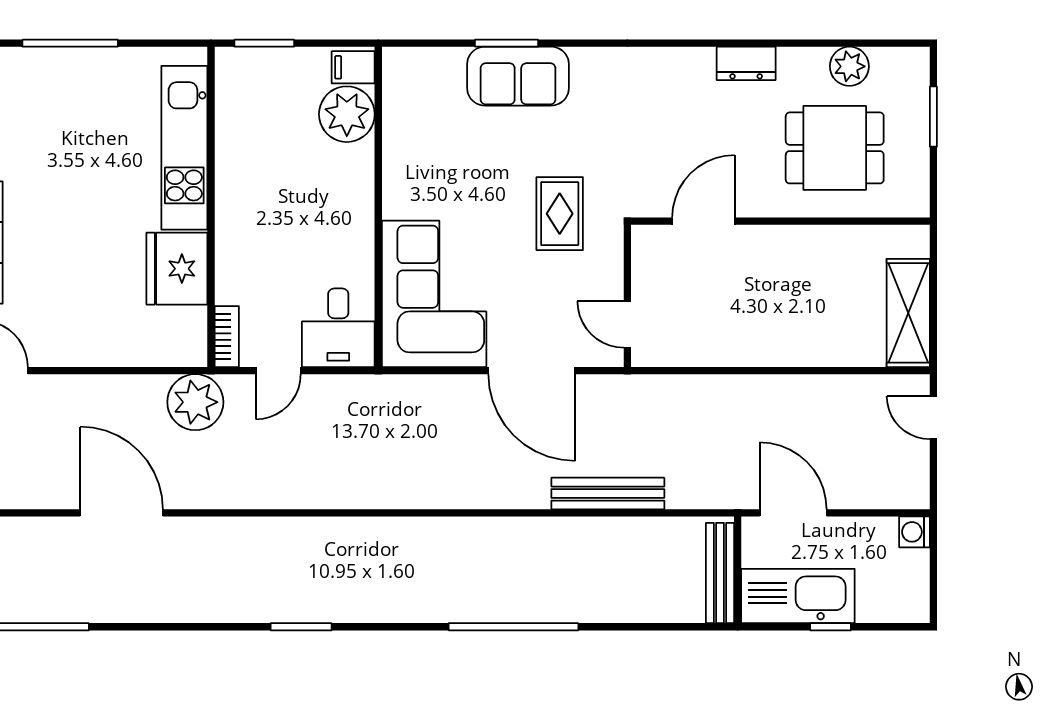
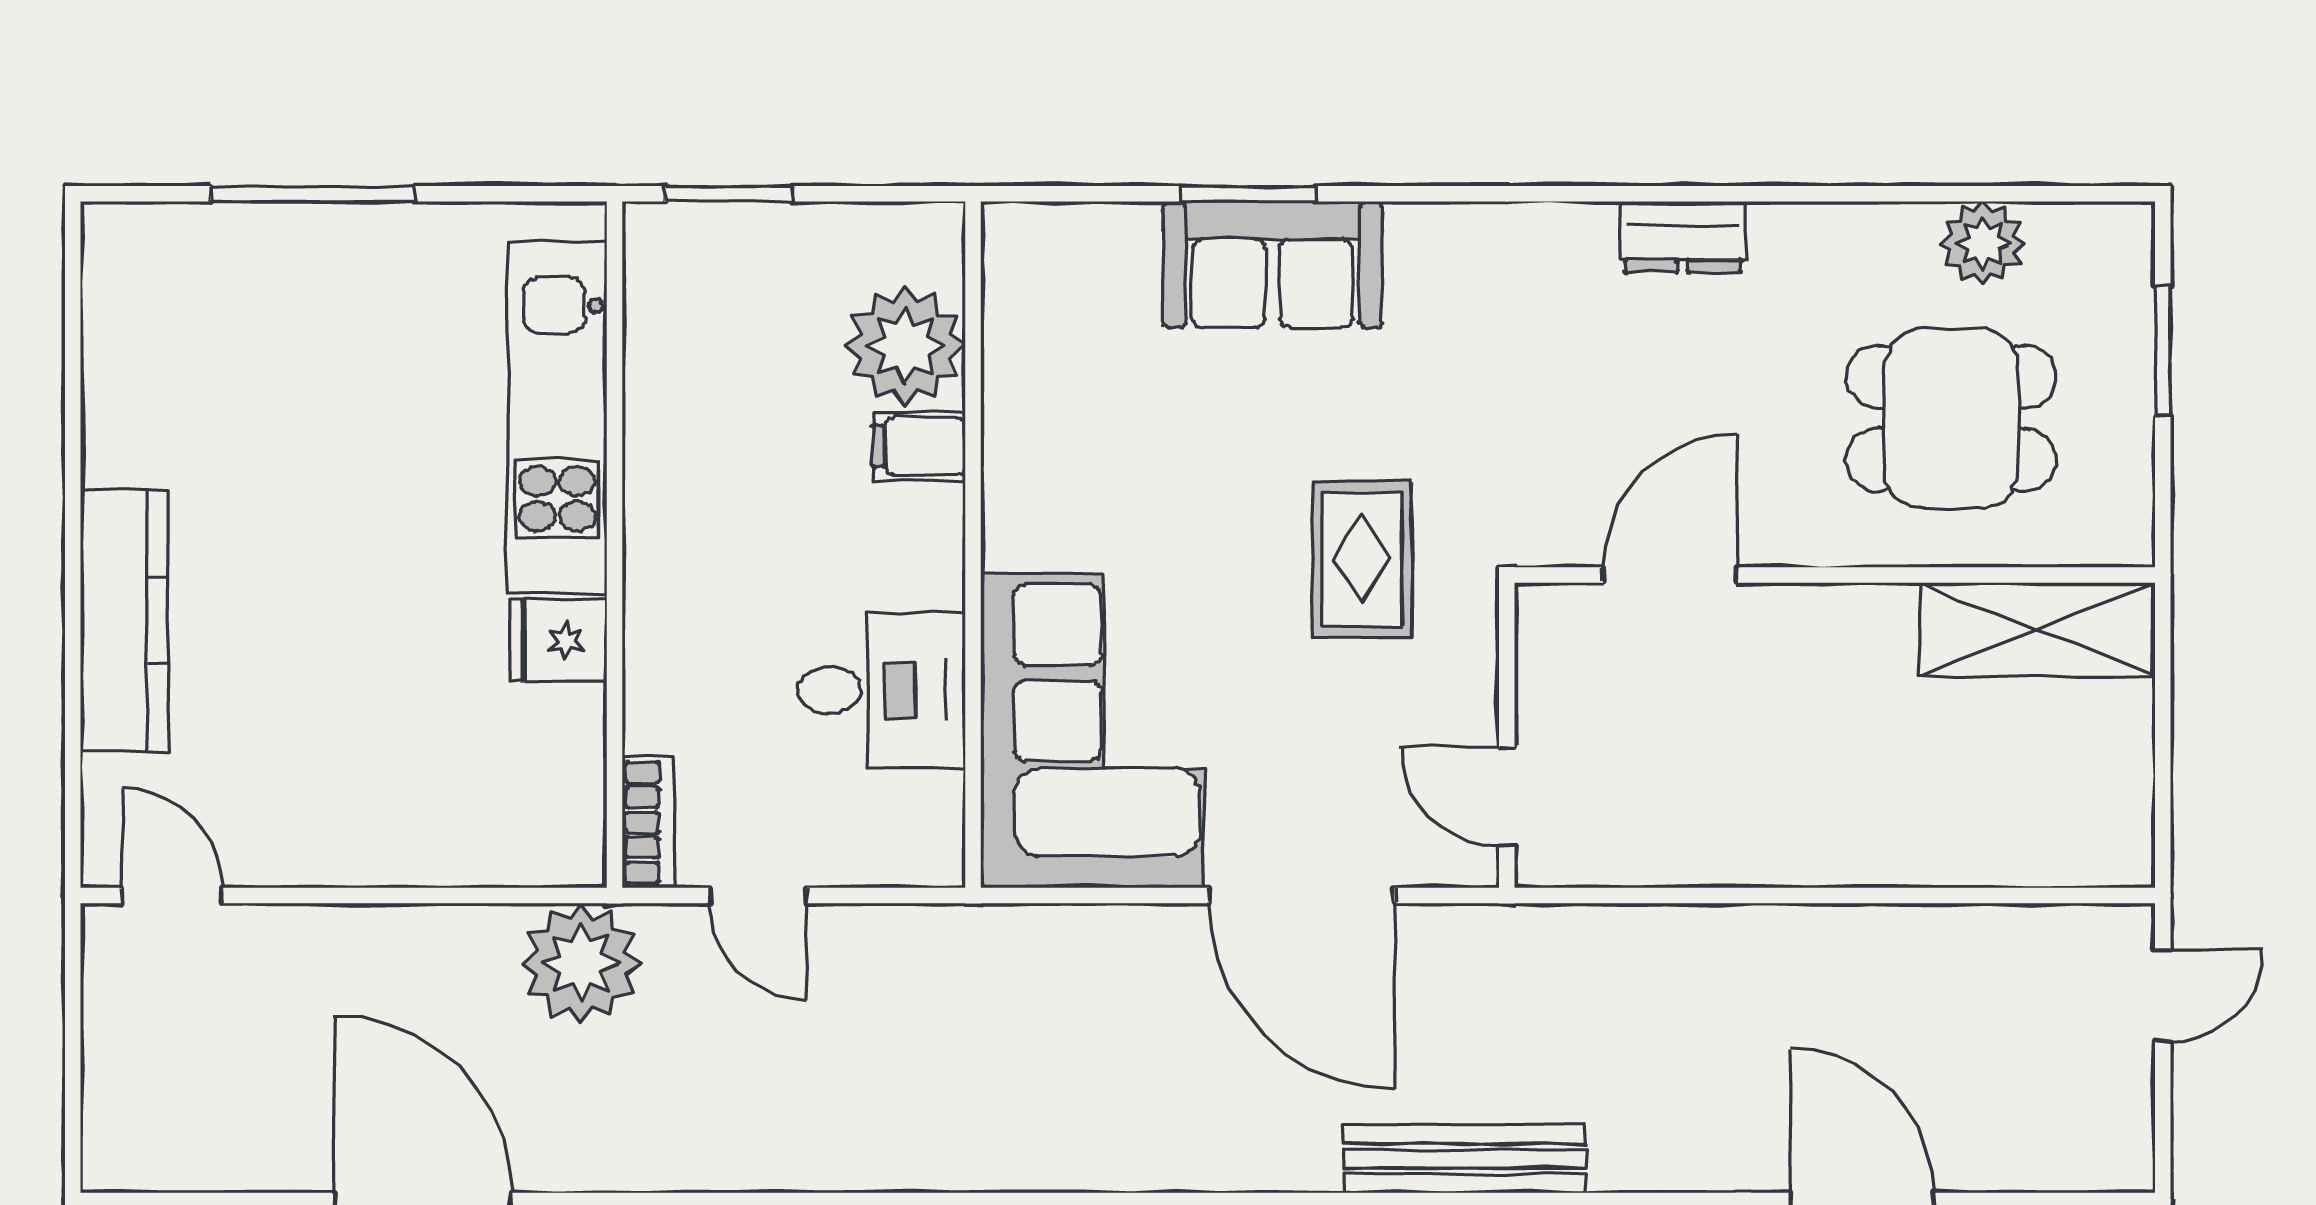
dresser: (746, 63) -> (1683, 237), moved
filing cabinet: (353, 67) -> (919, 446), moved
fridge: (177, 269) -> (558, 640), width x0.53, depth x0.75
shelving: (908, 313) -> (2036, 629), moved, turned 90
desk: (338, 328) -> (881, 690), moved, turned -90
door: (278, 371) -> (758, 895), hinge flipped
door: (933, 418) -> (2163, 996), swing flipped

